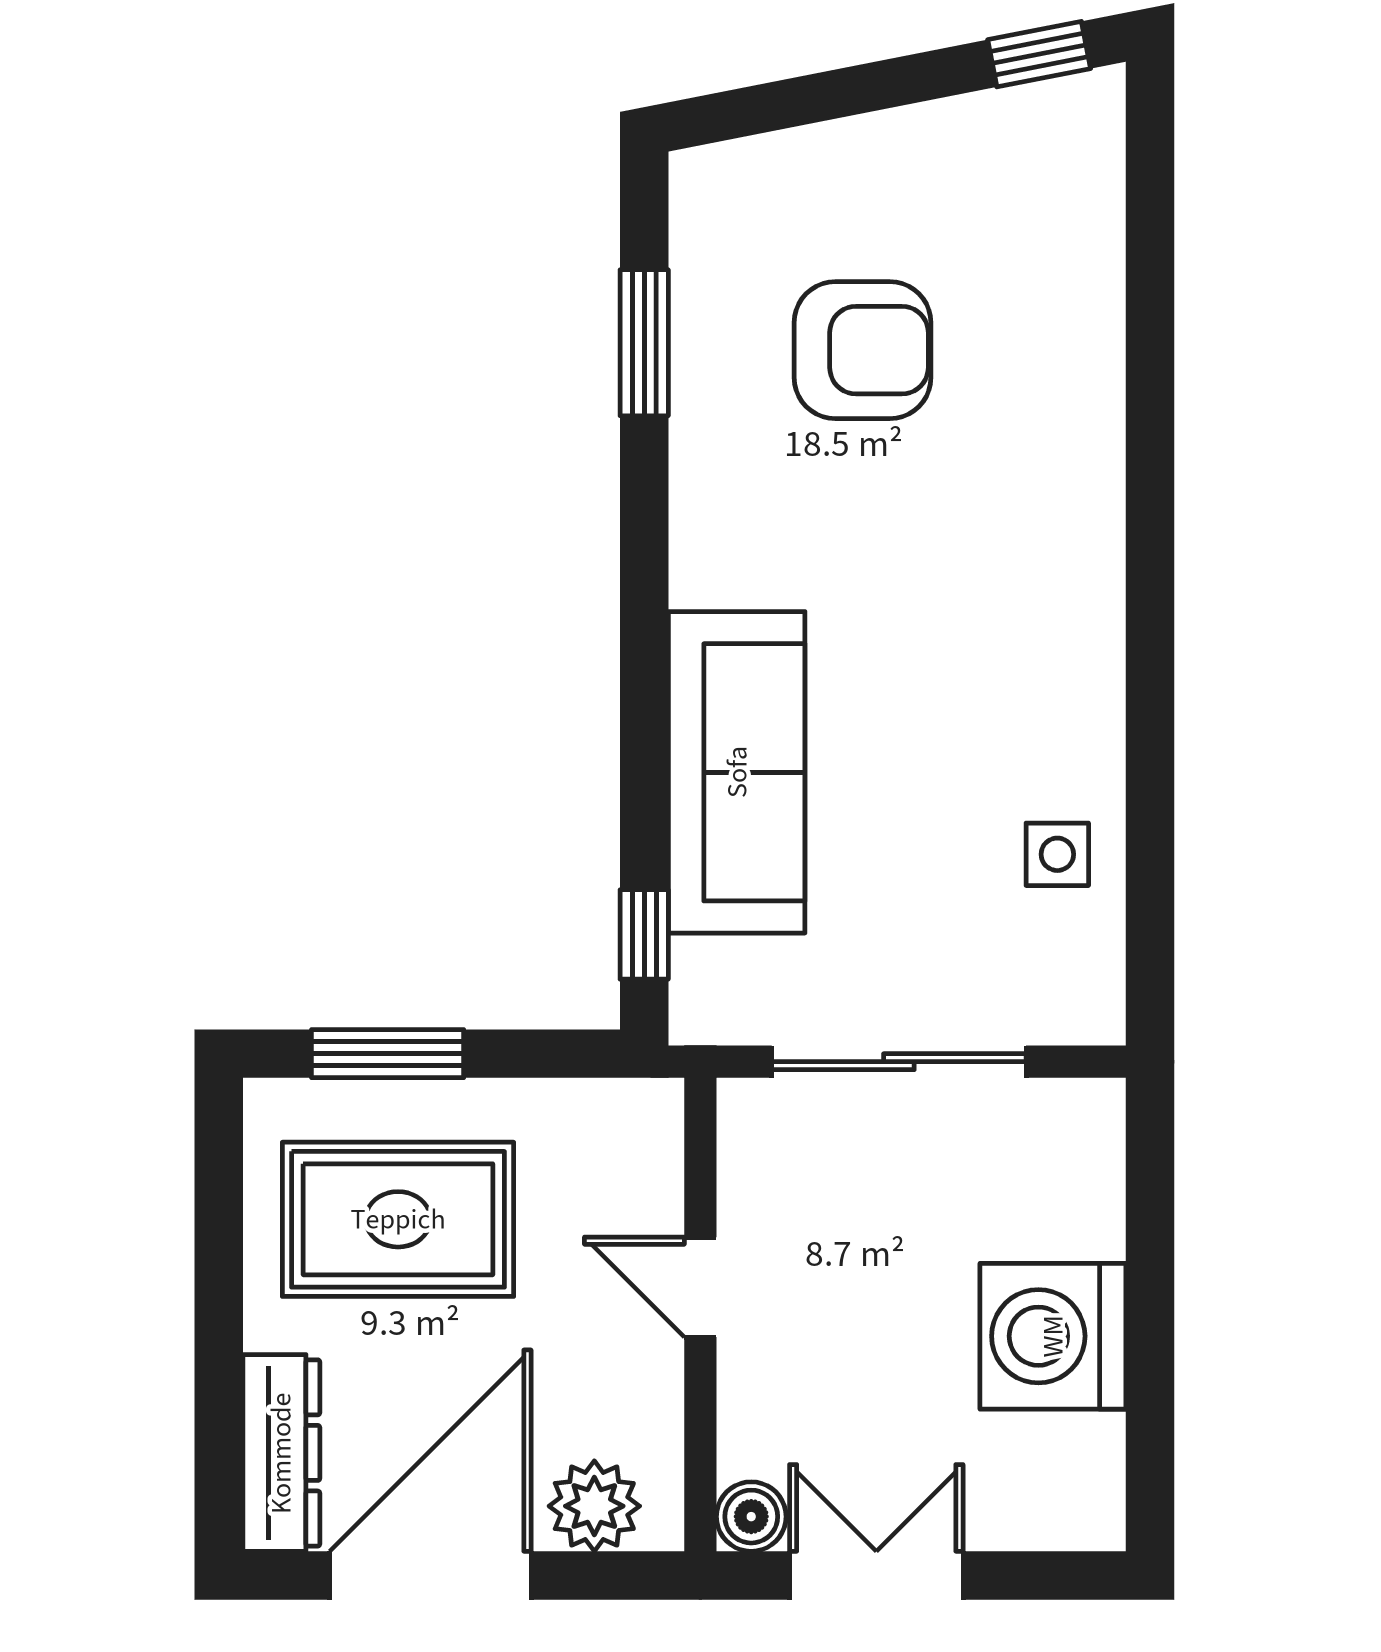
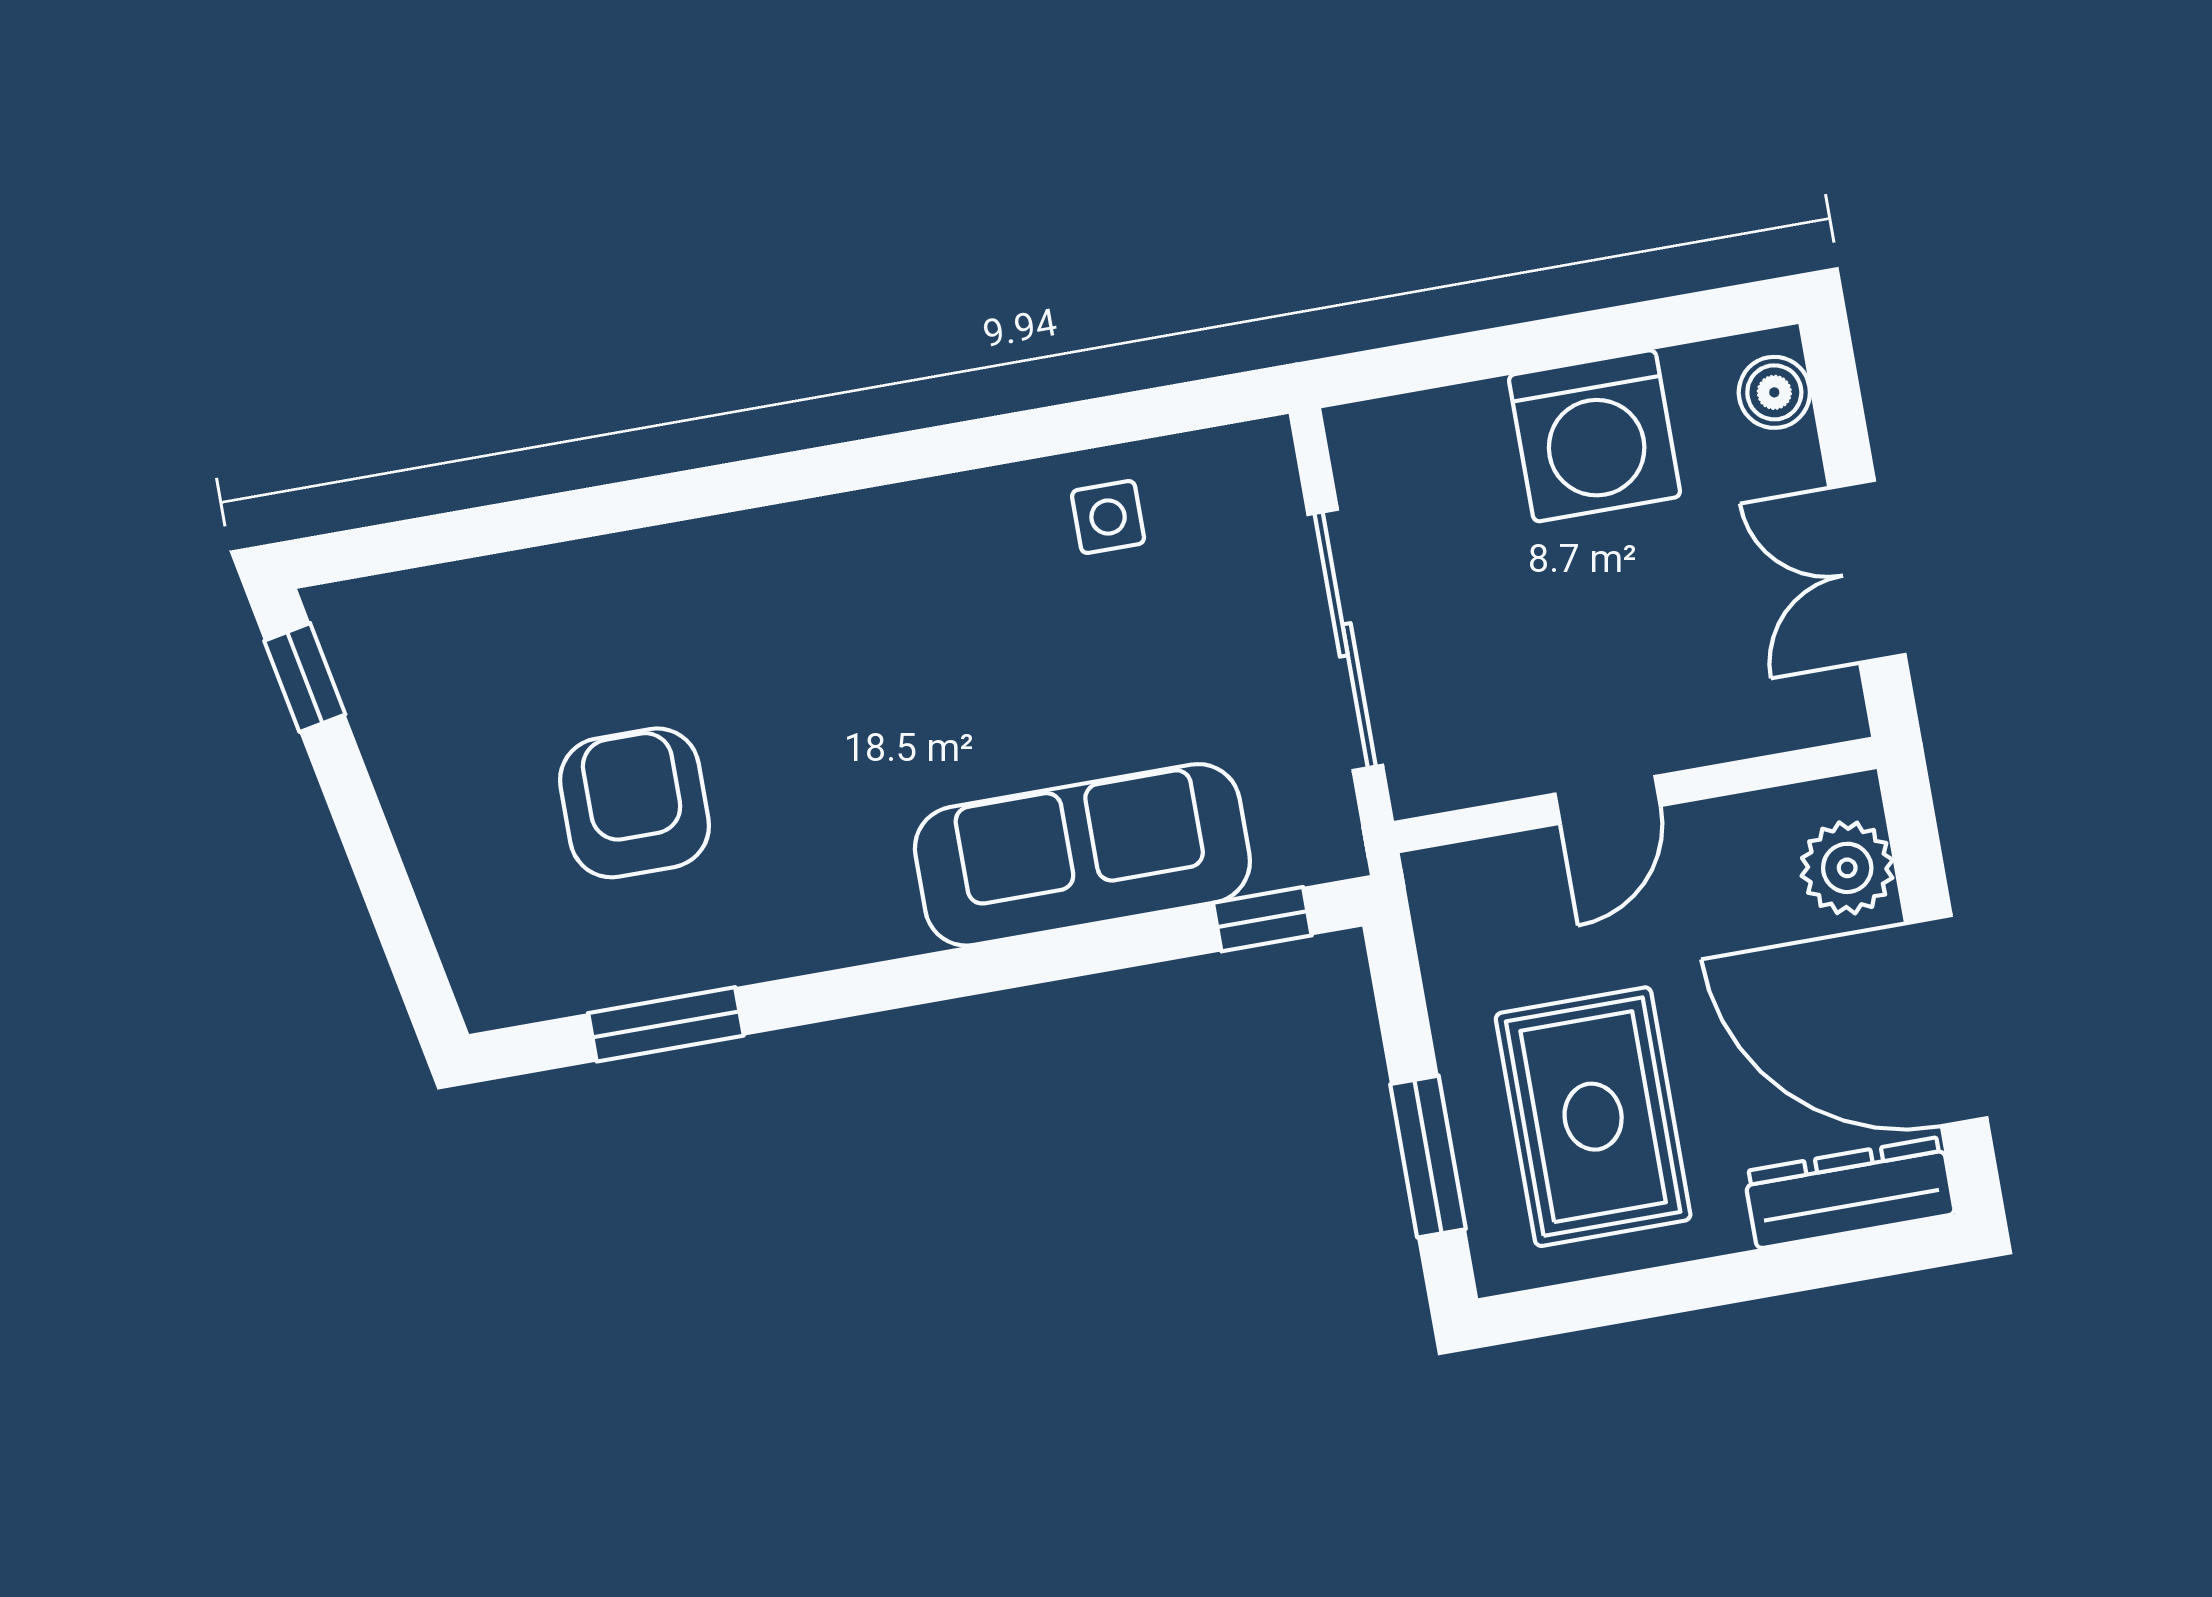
boiler: (751, 1517) -> (1774, 392), moved

